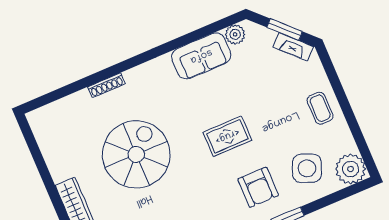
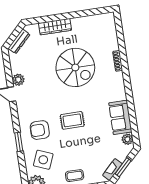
rug: (227, 136) -> (72, 120), turned 90

